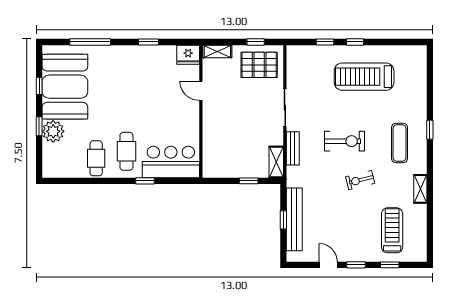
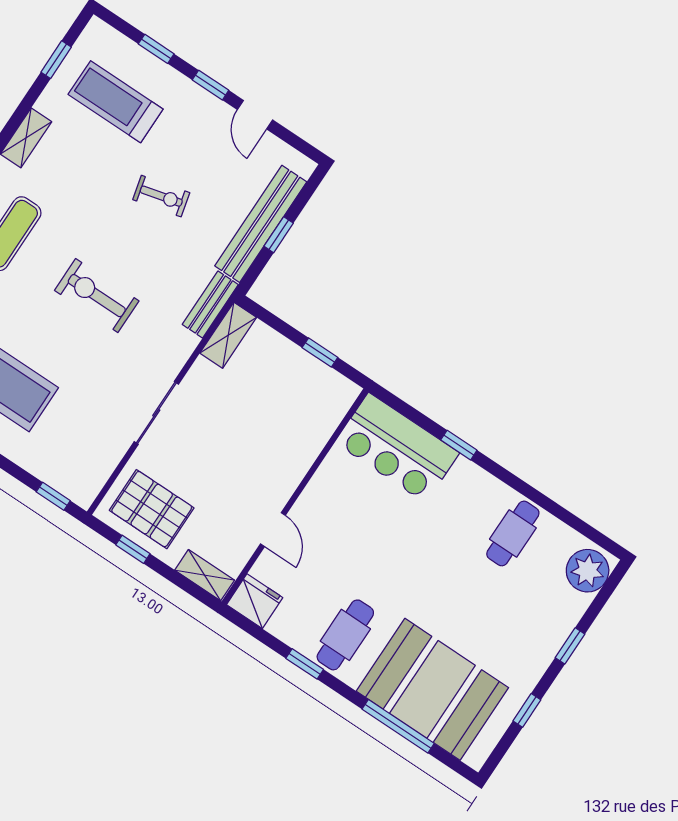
window: (325, 42) -> (53, 496), moved
booth: (65, 87) -> (432, 689), moved, turned 90
plant: (53, 131) -> (588, 571), moved
bench: (293, 148) -> (210, 305), moved
cafe table: (126, 151) -> (345, 635), moved
exercise bike: (360, 180) -> (161, 196), moved
window: (249, 181) -> (320, 352), moved
treadmill: (392, 230) -> (116, 102), turned 90
window: (430, 231) -> (56, 60), added

